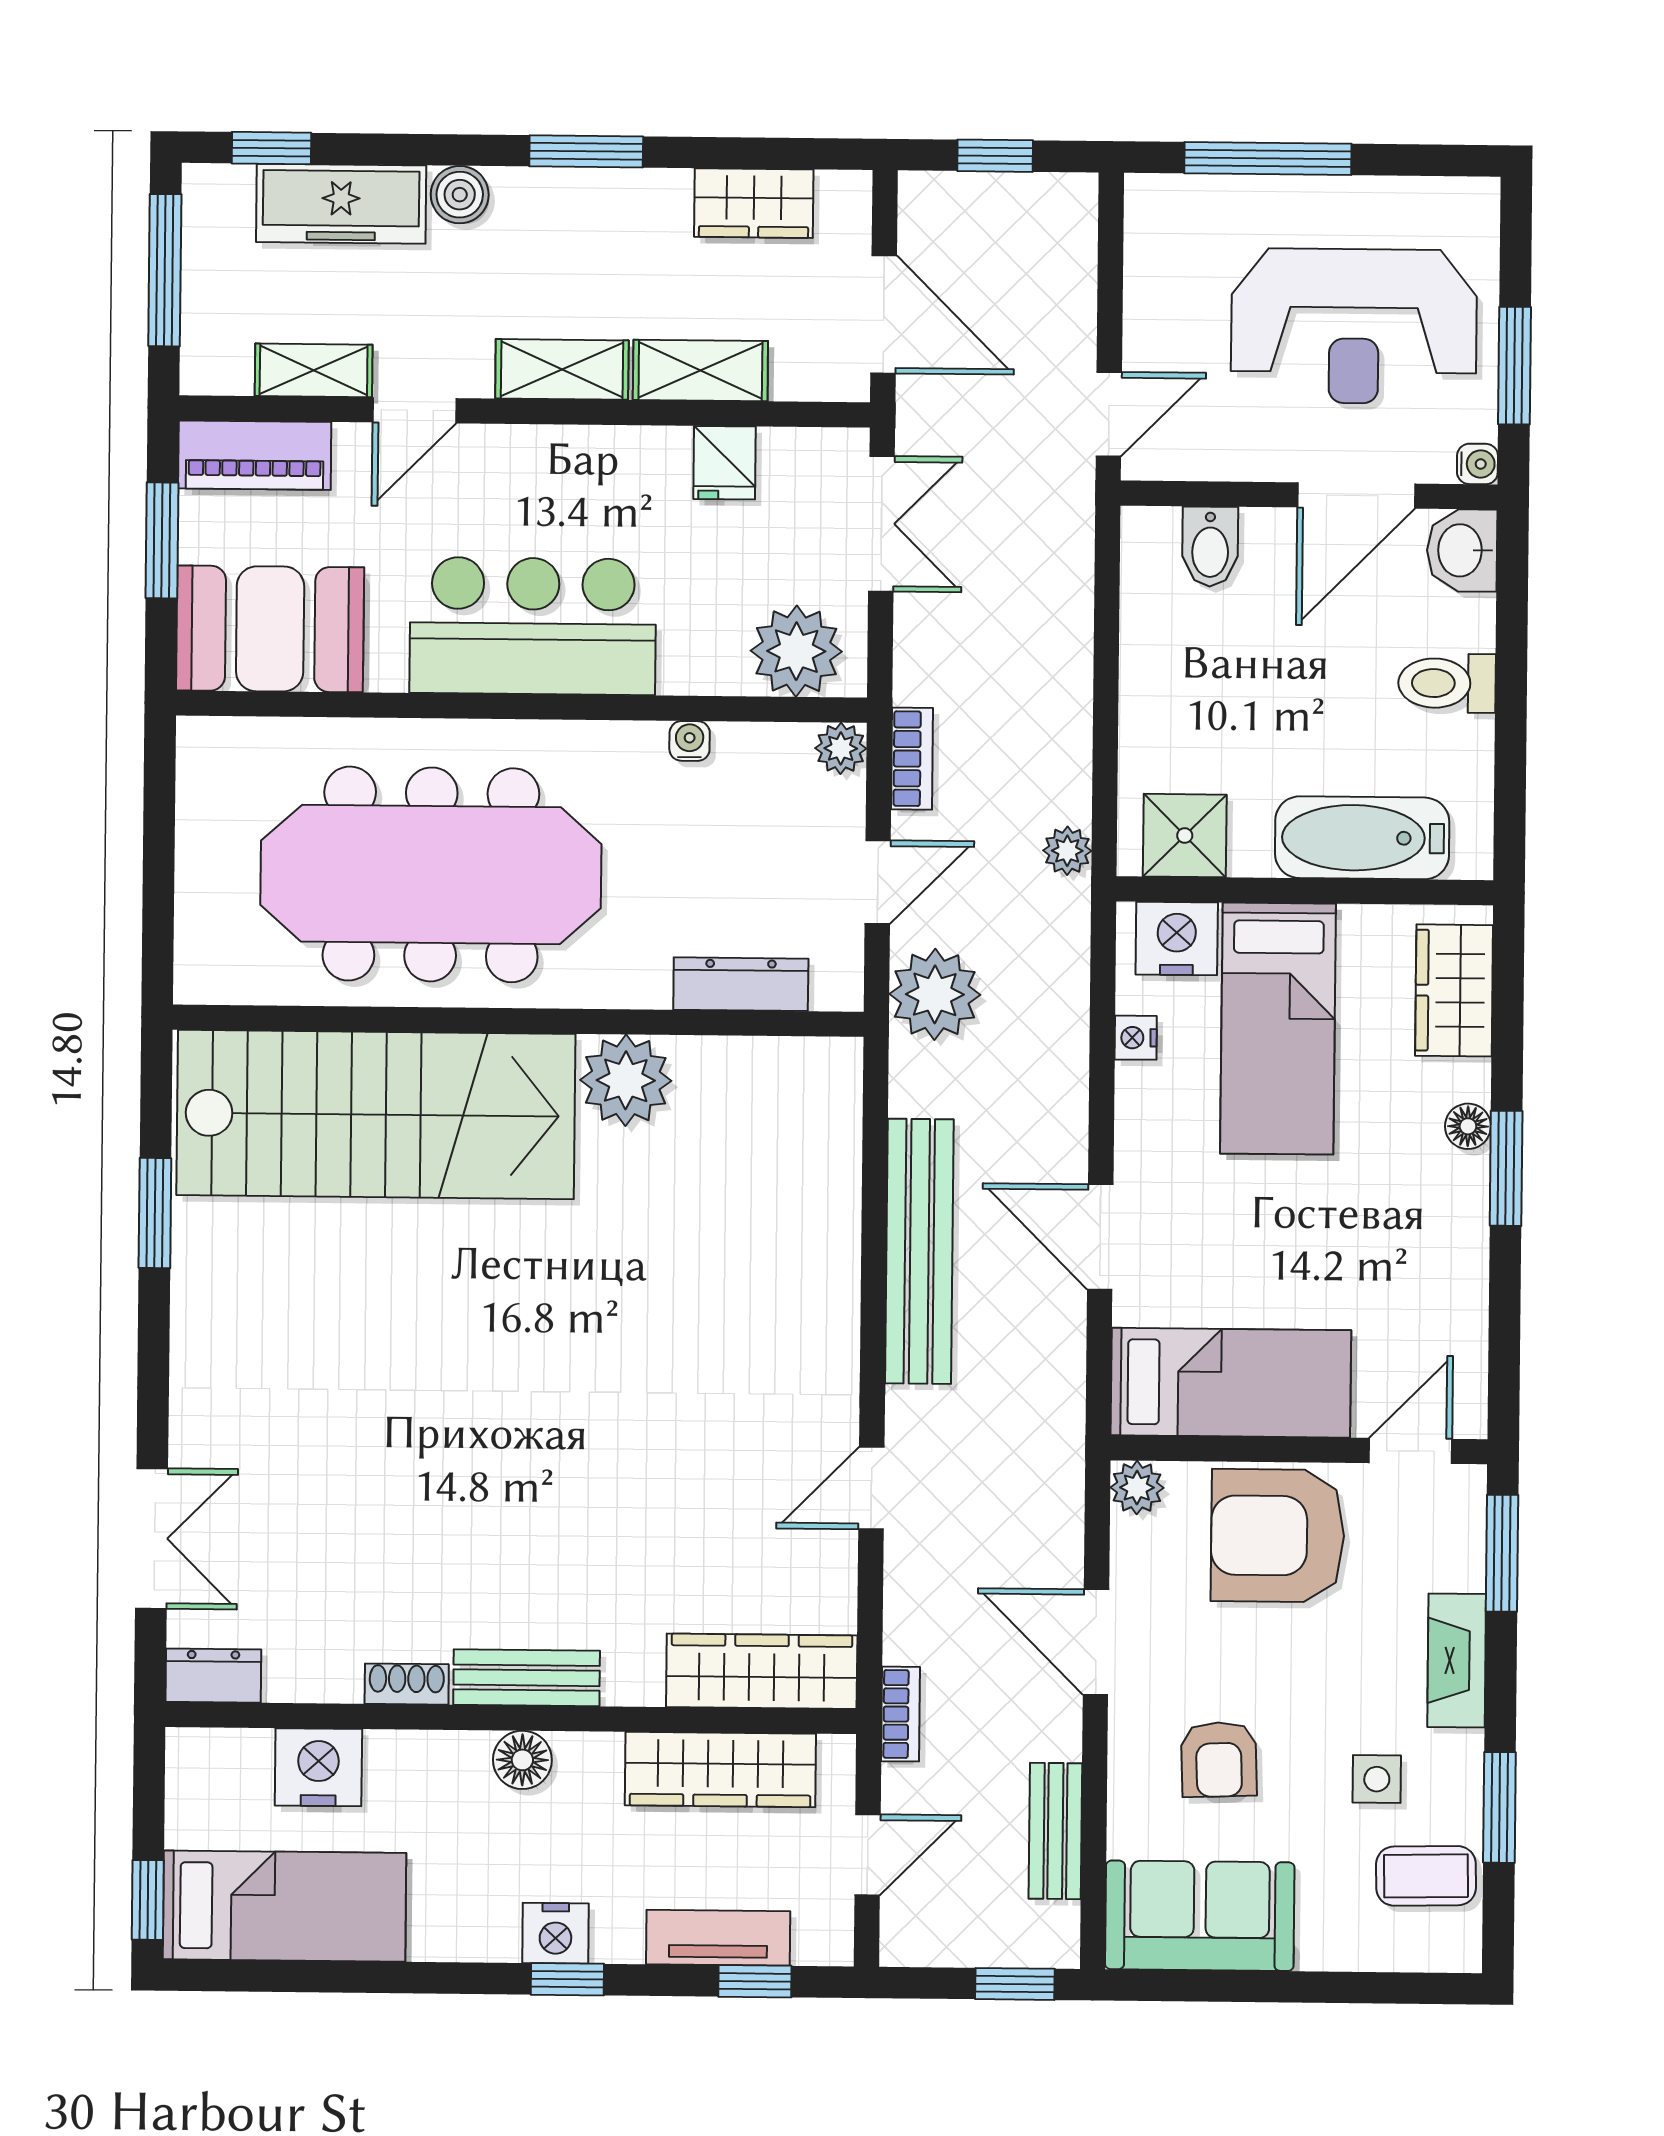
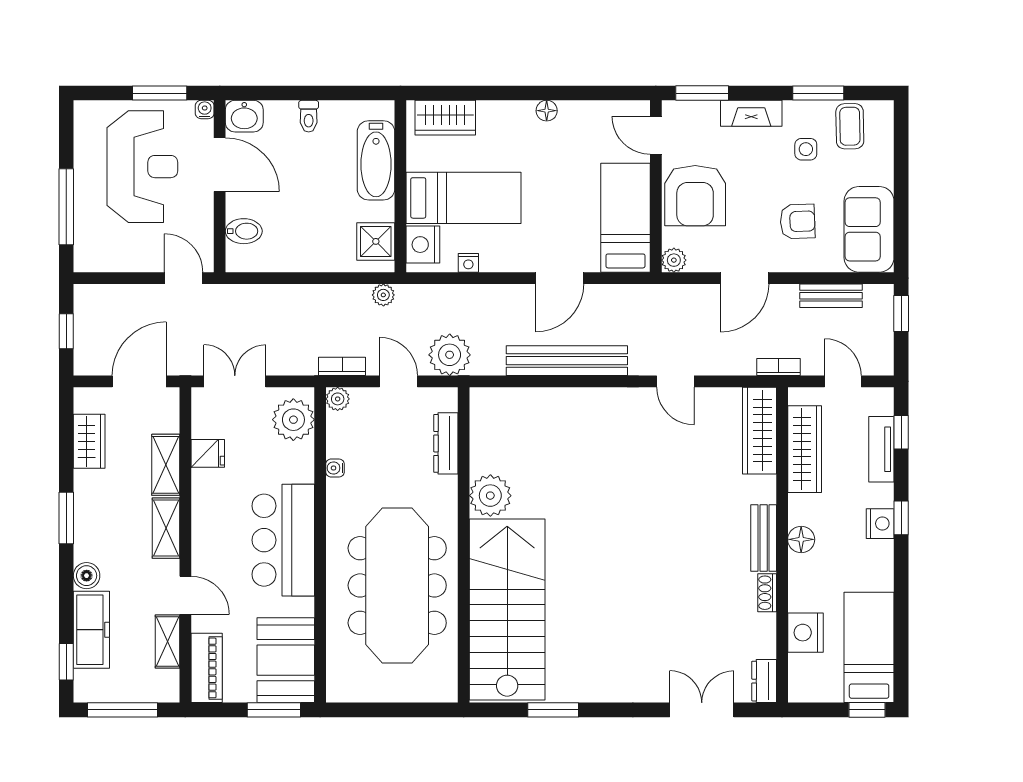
window: (162, 540) -> (274, 710), moved
toilet: (1447, 683) -> (309, 116), width x0.73, depth x0.72
floor lamp: (1468, 1126) -> (547, 111), moved
window: (1506, 1168) -> (526, 93), removed

